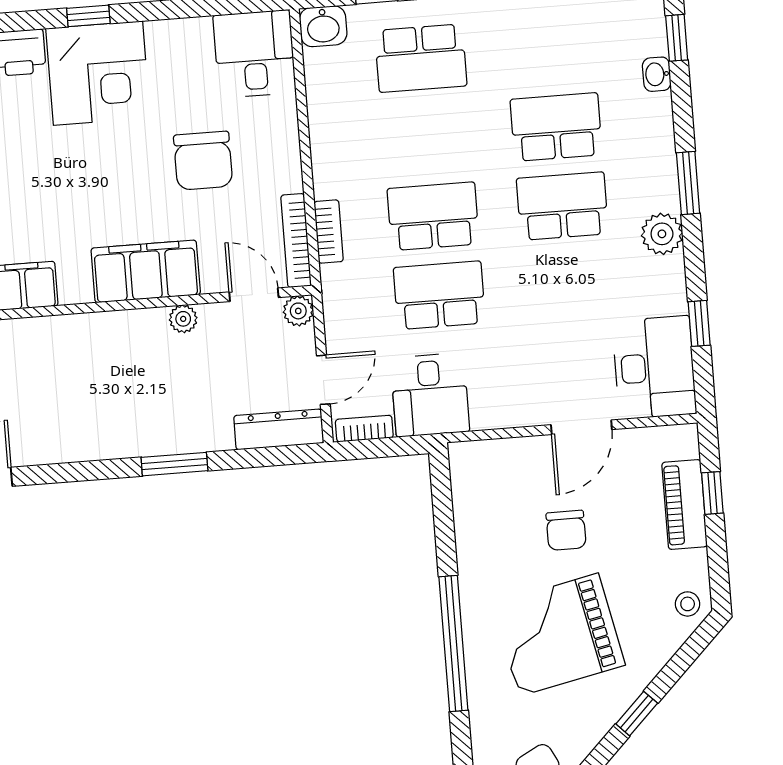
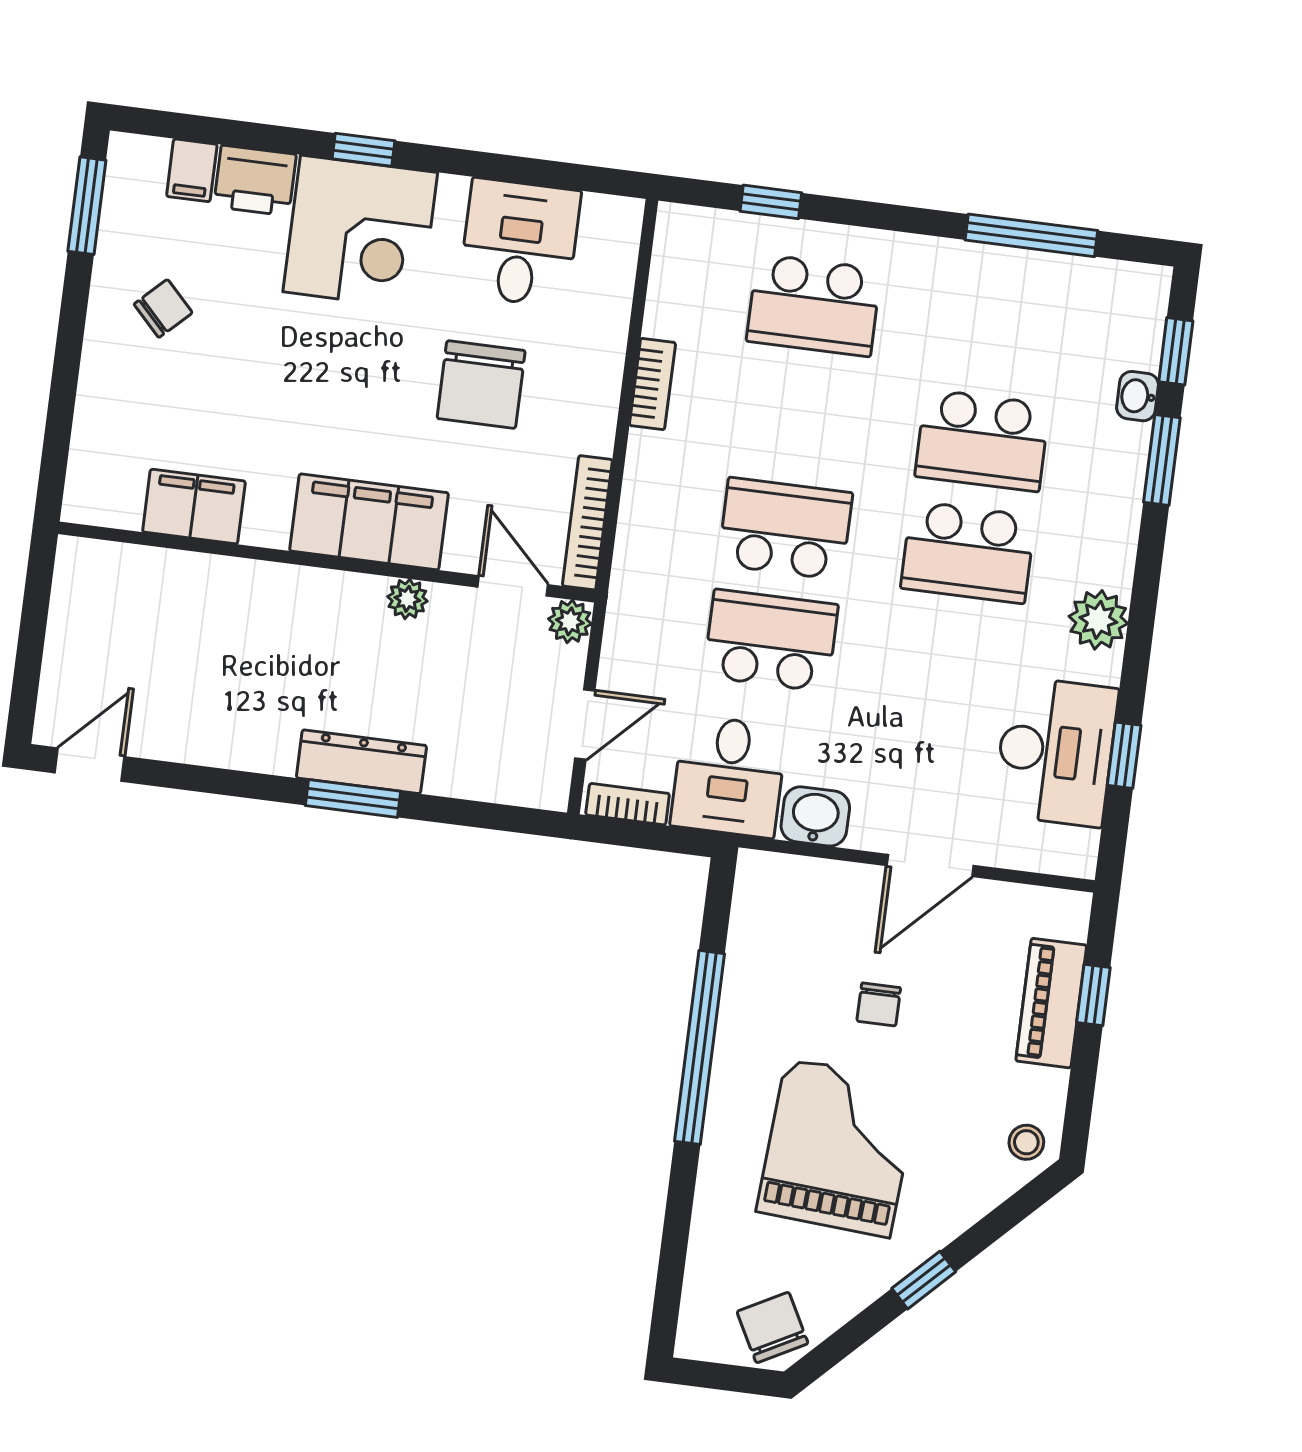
washbasin: (323, 26) -> (815, 816), moved, turned 180
desk: (254, 54) -> (520, 243), moved
school desk: (556, 127) -> (982, 440), turned 180
window: (688, 183) -> (1162, 460), moved
school desk: (562, 206) -> (968, 552), turned 180
bookcase: (329, 232) -> (652, 384), moved
desk: (654, 367) -> (1056, 752), moved
dresser: (279, 429) -> (361, 762), moved
chair: (566, 530) -> (879, 1004), width x0.73, depth x0.73
grand piano: (559, 635) -> (838, 1148), turned 106
window: (453, 644) -> (700, 1047), moved

